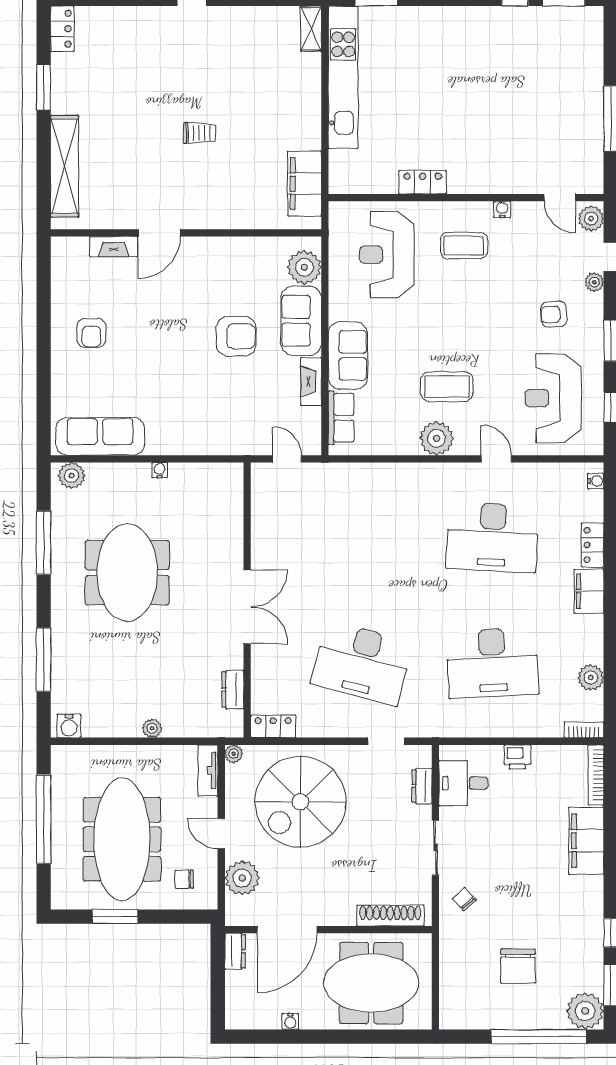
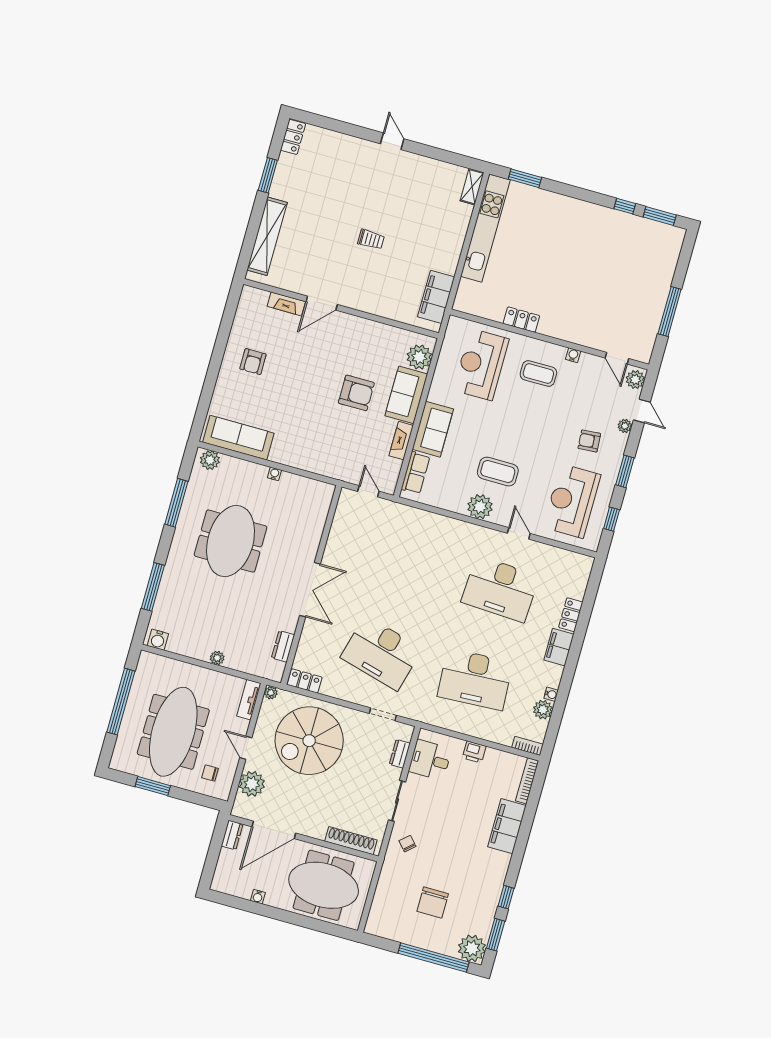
water cooler: (596, 481) -> (551, 694), moved

